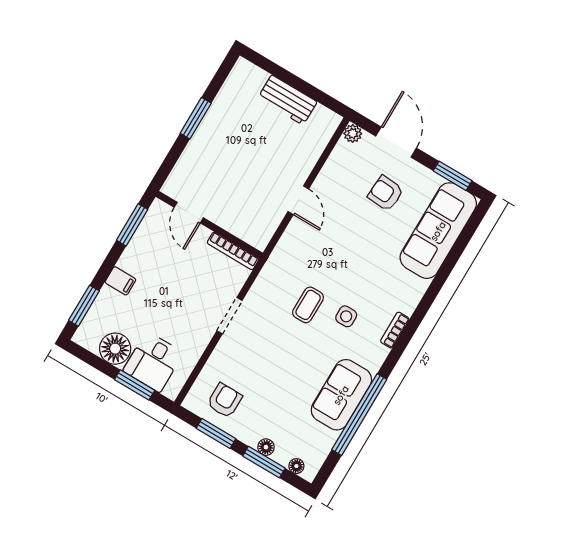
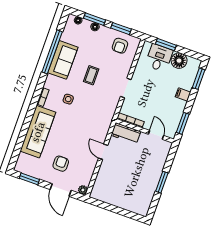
workbench: (287, 100) -> (126, 133), moved, turned 180
armchair: (386, 193) -> (61, 164), turned -94
sofa: (438, 231) -> (38, 132), moved
coffee table: (308, 305) -> (91, 75), moved

